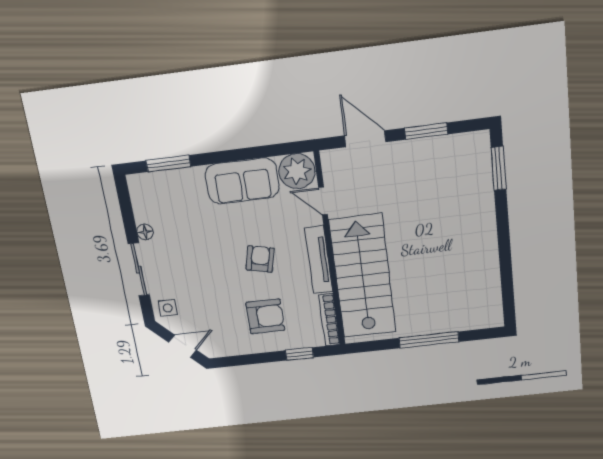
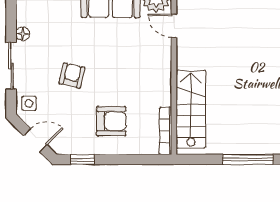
armchair: (260, 259) -> (72, 75), moved
tv unit: (319, 260) -> (164, 76), removed
stairs: (363, 276) -> (191, 109), width x0.73, depth x0.66
window: (300, 354) -> (83, 159), moved

